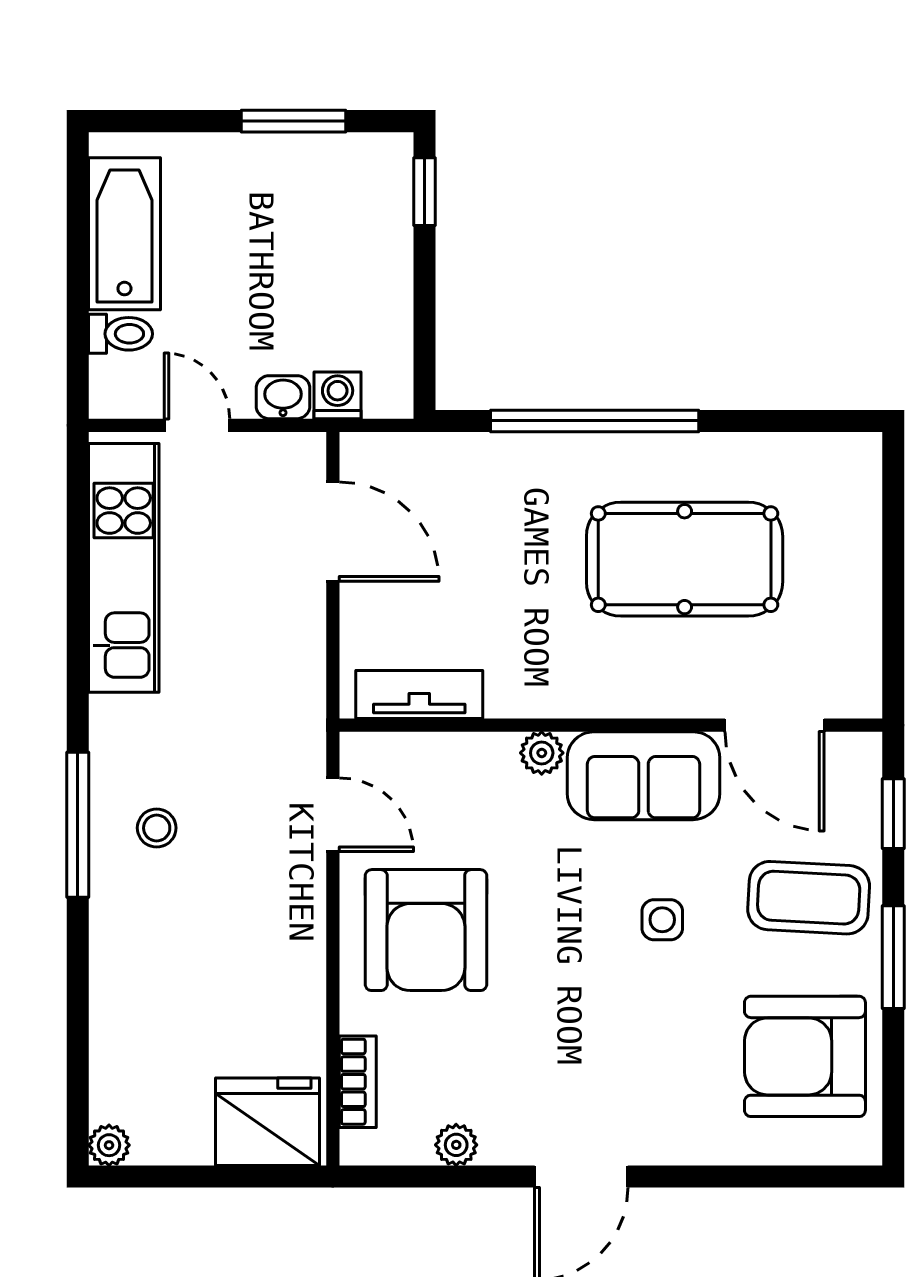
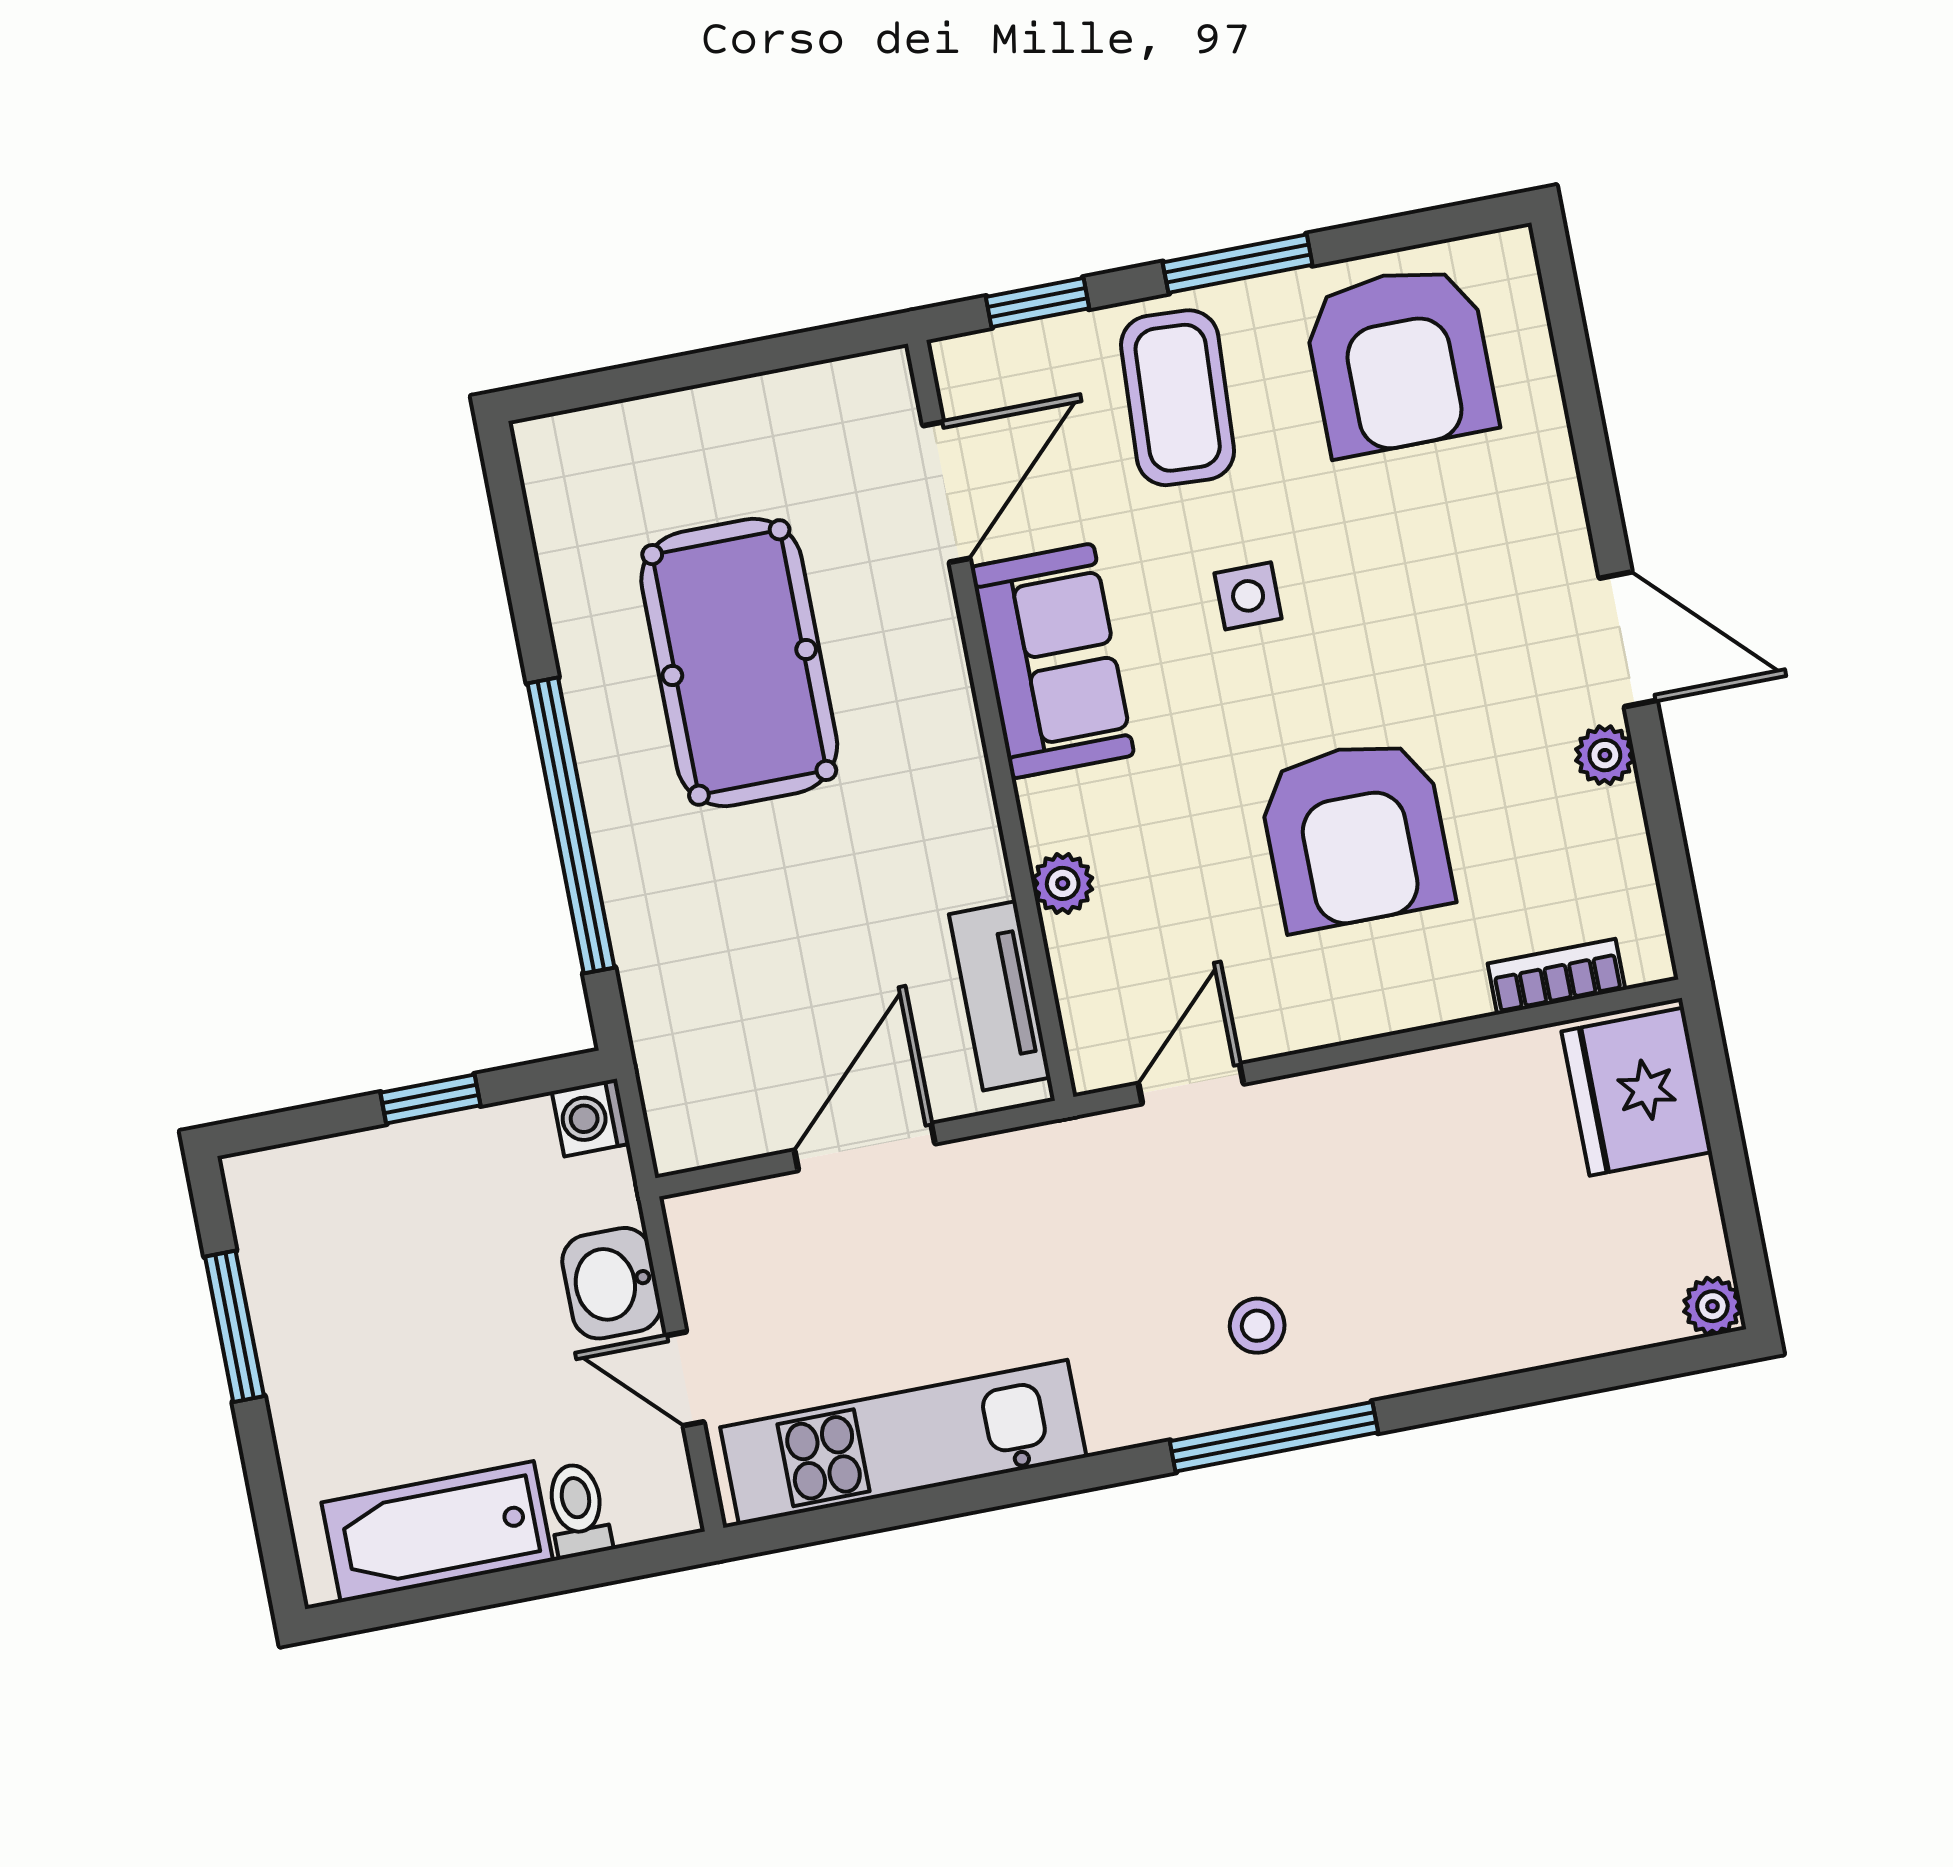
window: (424, 192) -> (430, 1099), moved
washing machine: (338, 395) -> (591, 1118), moved
washbasin: (283, 397) -> (611, 1283), width x1.38, depth x1.45
door: (197, 425) -> (685, 1379), hinge flipped
door: (333, 532) -> (865, 1147), moved
plant: (542, 753) -> (1063, 883), moved
armchair: (426, 930) -> (1356, 834), moved, turned 90
plant: (456, 1145) -> (1605, 755), moved

